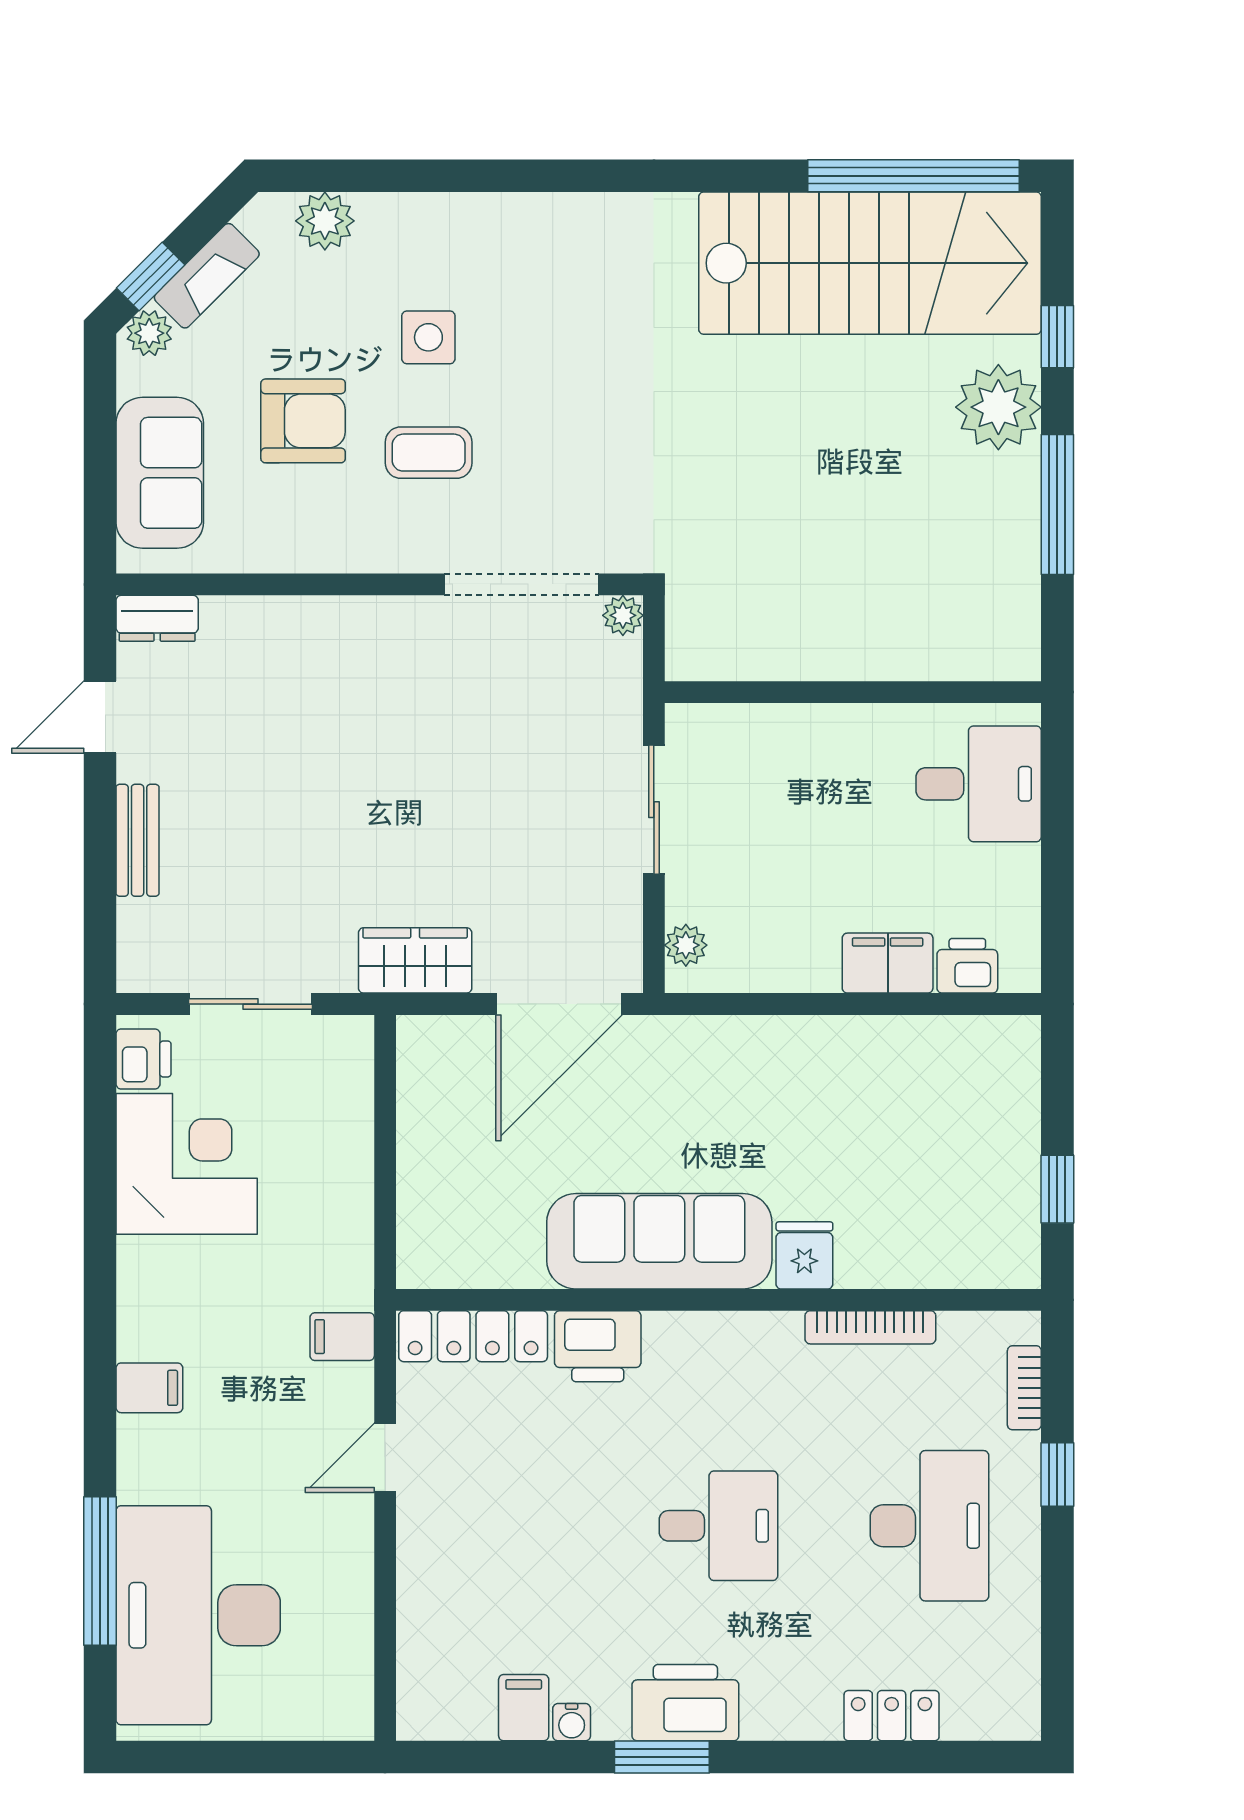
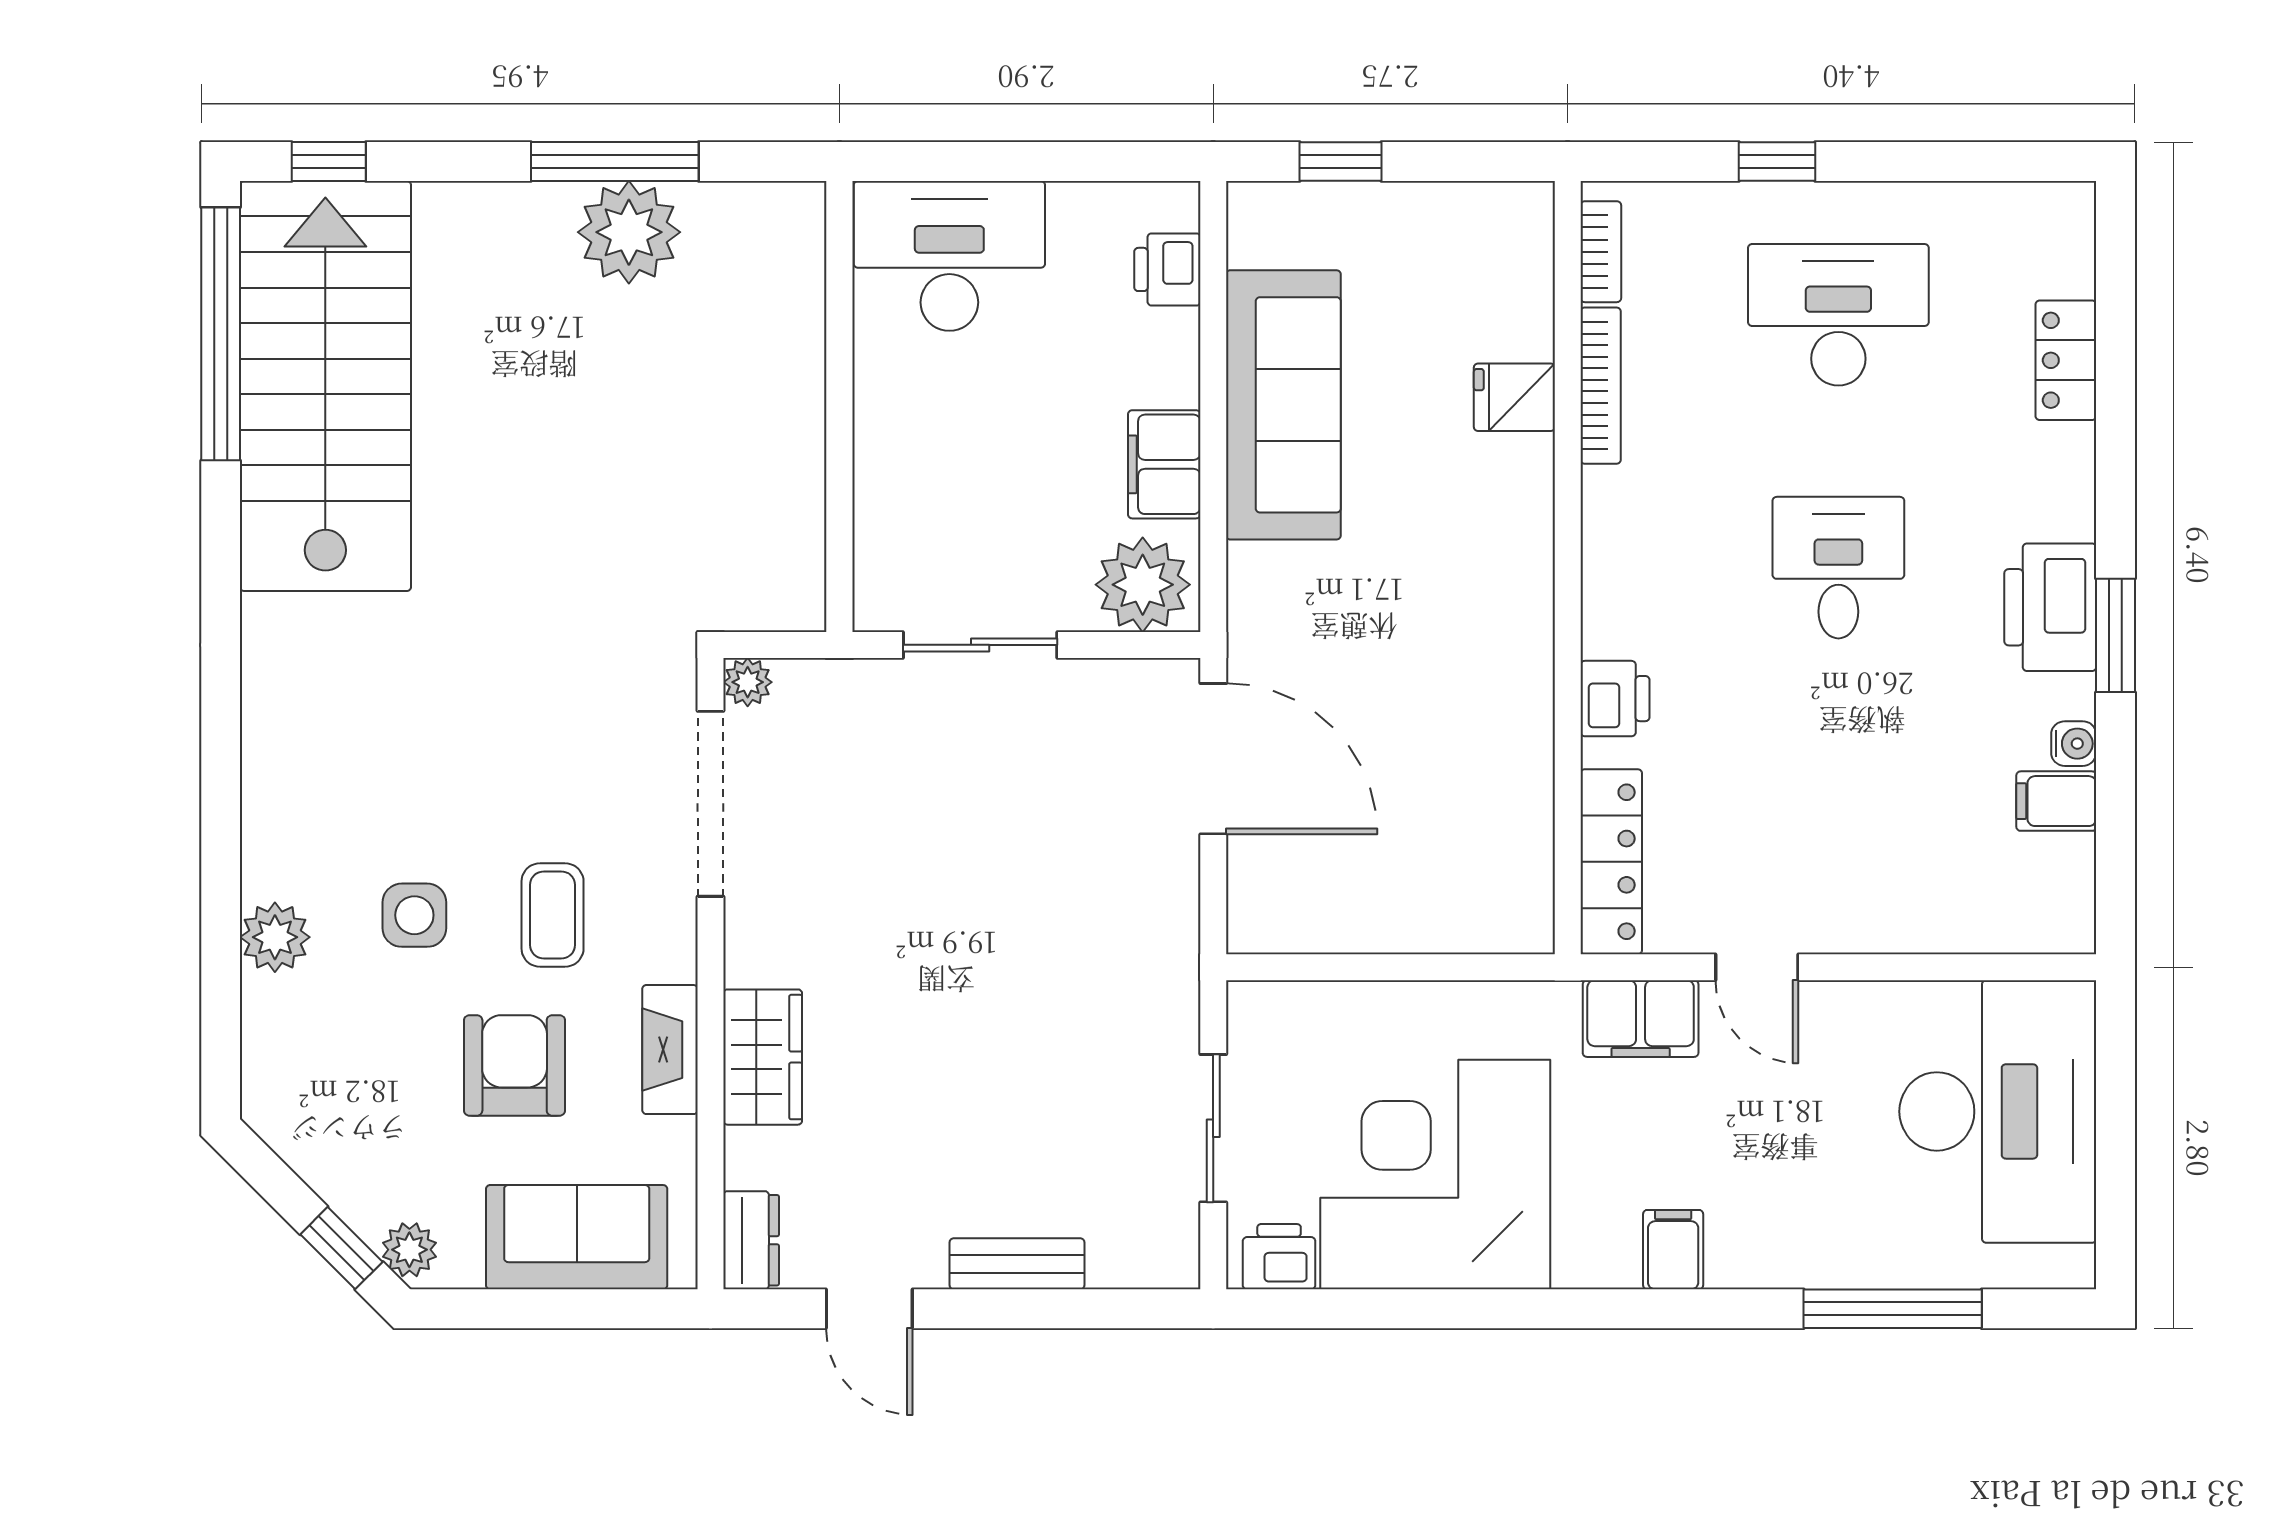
plant: (325, 221) -> (275, 937), moved
fireplace: (207, 276) -> (670, 1050), moved, turned -135
window: (1057, 337) -> (329, 162), moved
plant: (998, 407) -> (629, 232), moved
desk: (979, 784) -> (949, 256), width x1.37
plant: (686, 945) -> (1143, 585), width x1.87, depth x1.87
wardrobe: (415, 960) -> (763, 1057), moved, turned 180
filing cabinet: (888, 963) -> (1164, 464), moved
corner desk: (187, 1164) -> (1435, 1175), width x1.36, depth x1.36
window: (1057, 1189) -> (1340, 162), moved
sofa: (659, 1241) -> (1283, 405), moved, turned 180
fridge: (804, 1255) -> (1514, 397), moved
filing cabinet: (342, 1337) -> (1641, 1019), width x2.00
printer: (598, 1346) -> (1615, 699), width x0.73, depth x0.81
bookcase: (1024, 1388) -> (1601, 252), moved, turned -90
desk: (198, 1615) -> (1998, 1111), moved, turned -90

